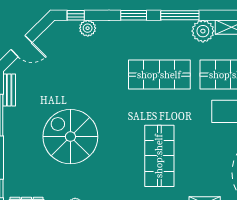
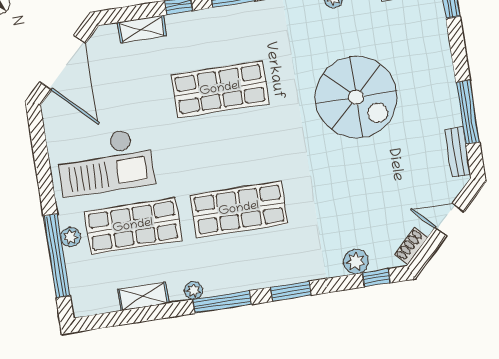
plant: (203, 31) -> (193, 290), width x0.53, depth x0.53
shoe rack: (50, 33) -> (411, 246), added
shop shelf: (159, 156) -> (220, 89), turned 90

